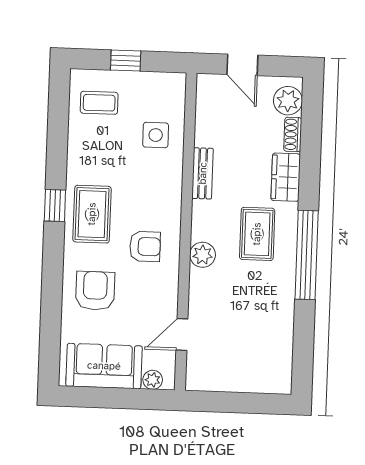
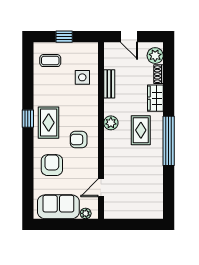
bench: (203, 173) -> (109, 84), moved
armchair: (145, 246) -> (79, 139), turned 180
plant: (203, 255) -> (111, 123), moved

